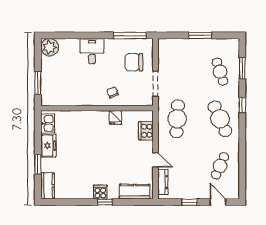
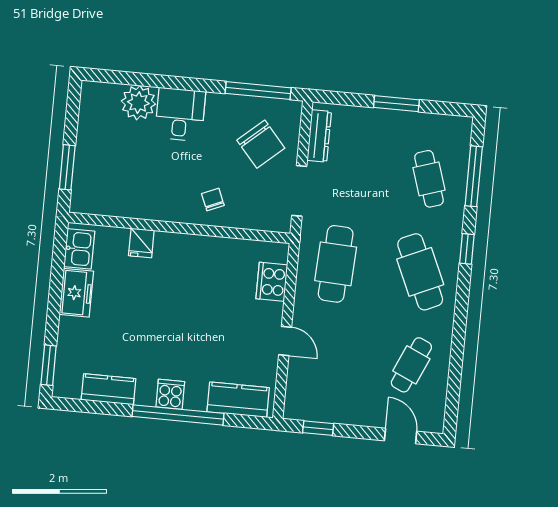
plant: (50, 47) -> (138, 103), moved
chair: (134, 62) -> (261, 144), turned -131
window: (242, 68) -> (474, 176), width x1.44
fridge: (115, 117) -> (141, 243), moved
window: (38, 164) -> (49, 365), moved
dresser: (163, 182) -> (319, 136), moved
kitchen counter: (47, 186) -> (108, 389), moved, turned -90
window: (105, 202) -> (178, 415), width x3.17
window: (190, 202) -> (318, 428), moved

